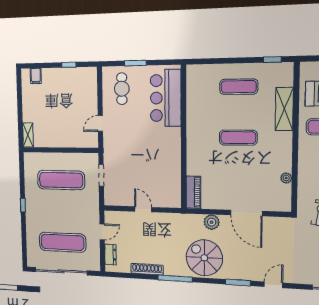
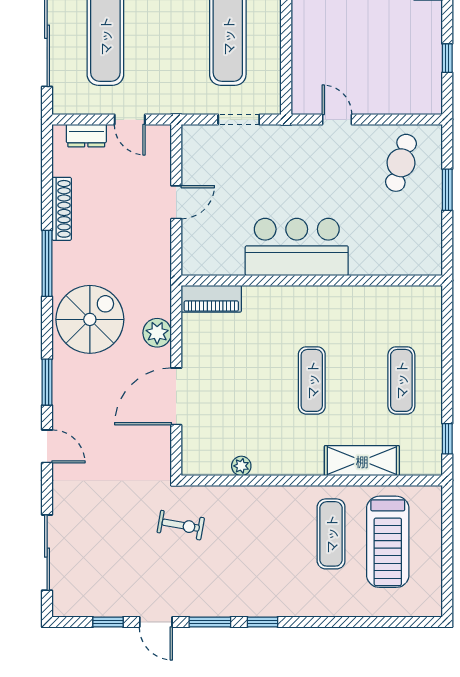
cafe table: (122, 89) -> (401, 163), turned -74
bar counter: (166, 98) -> (297, 247), moved

